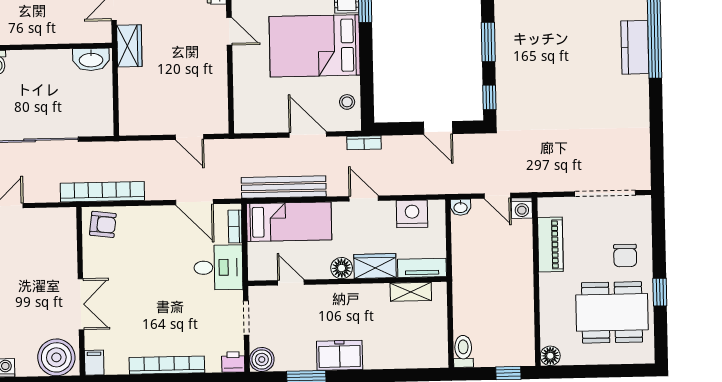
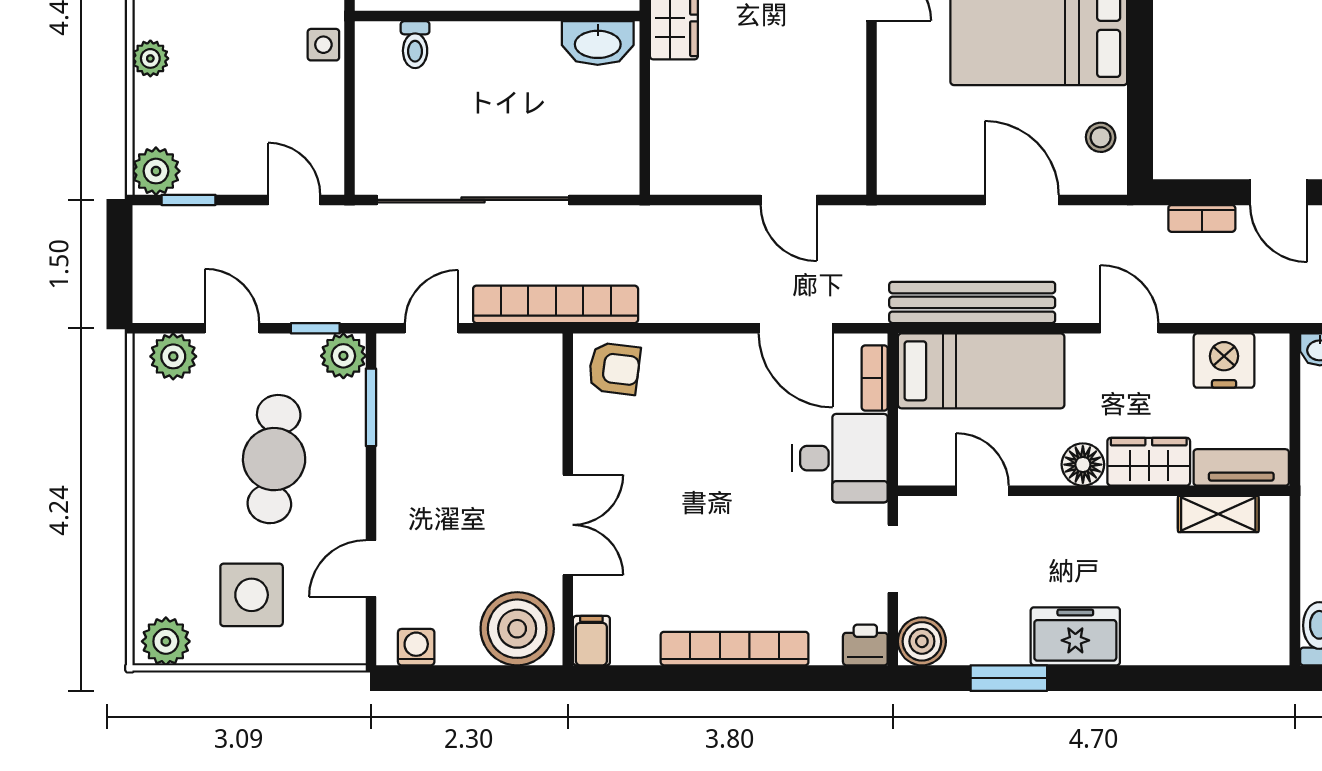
bookcase: (364, 143) -> (1202, 218), moved
bookcase: (102, 192) -> (556, 304), moved

